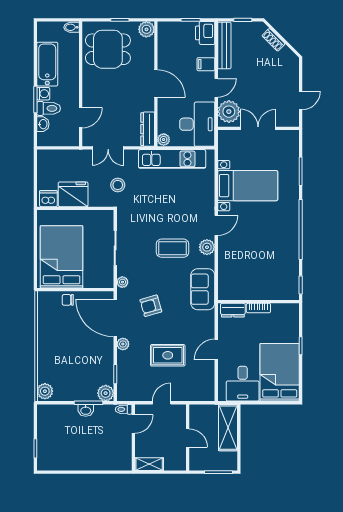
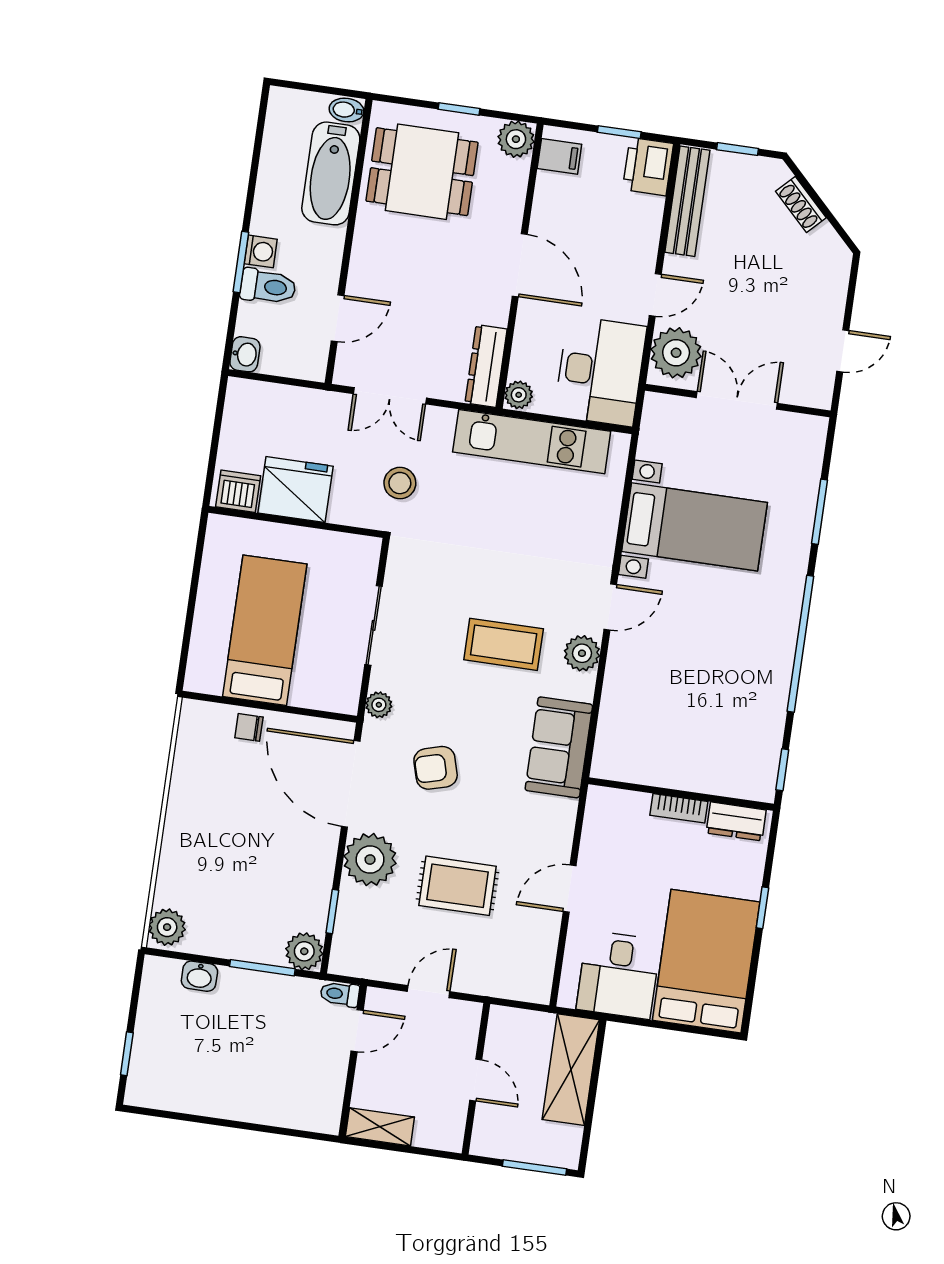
bathtub: (47, 64) -> (331, 173), moved, turned 180
filing cabinet: (206, 64) -> (559, 156), moved, turned 180
washbasin: (43, 124) -> (245, 354), moved
bed: (62, 257) -> (265, 630), width x0.67
dresser: (233, 310) -> (736, 821), moved
plant: (123, 344) -> (370, 860), width x1.88, depth x1.88
washbasin: (86, 410) -> (199, 976), moved

